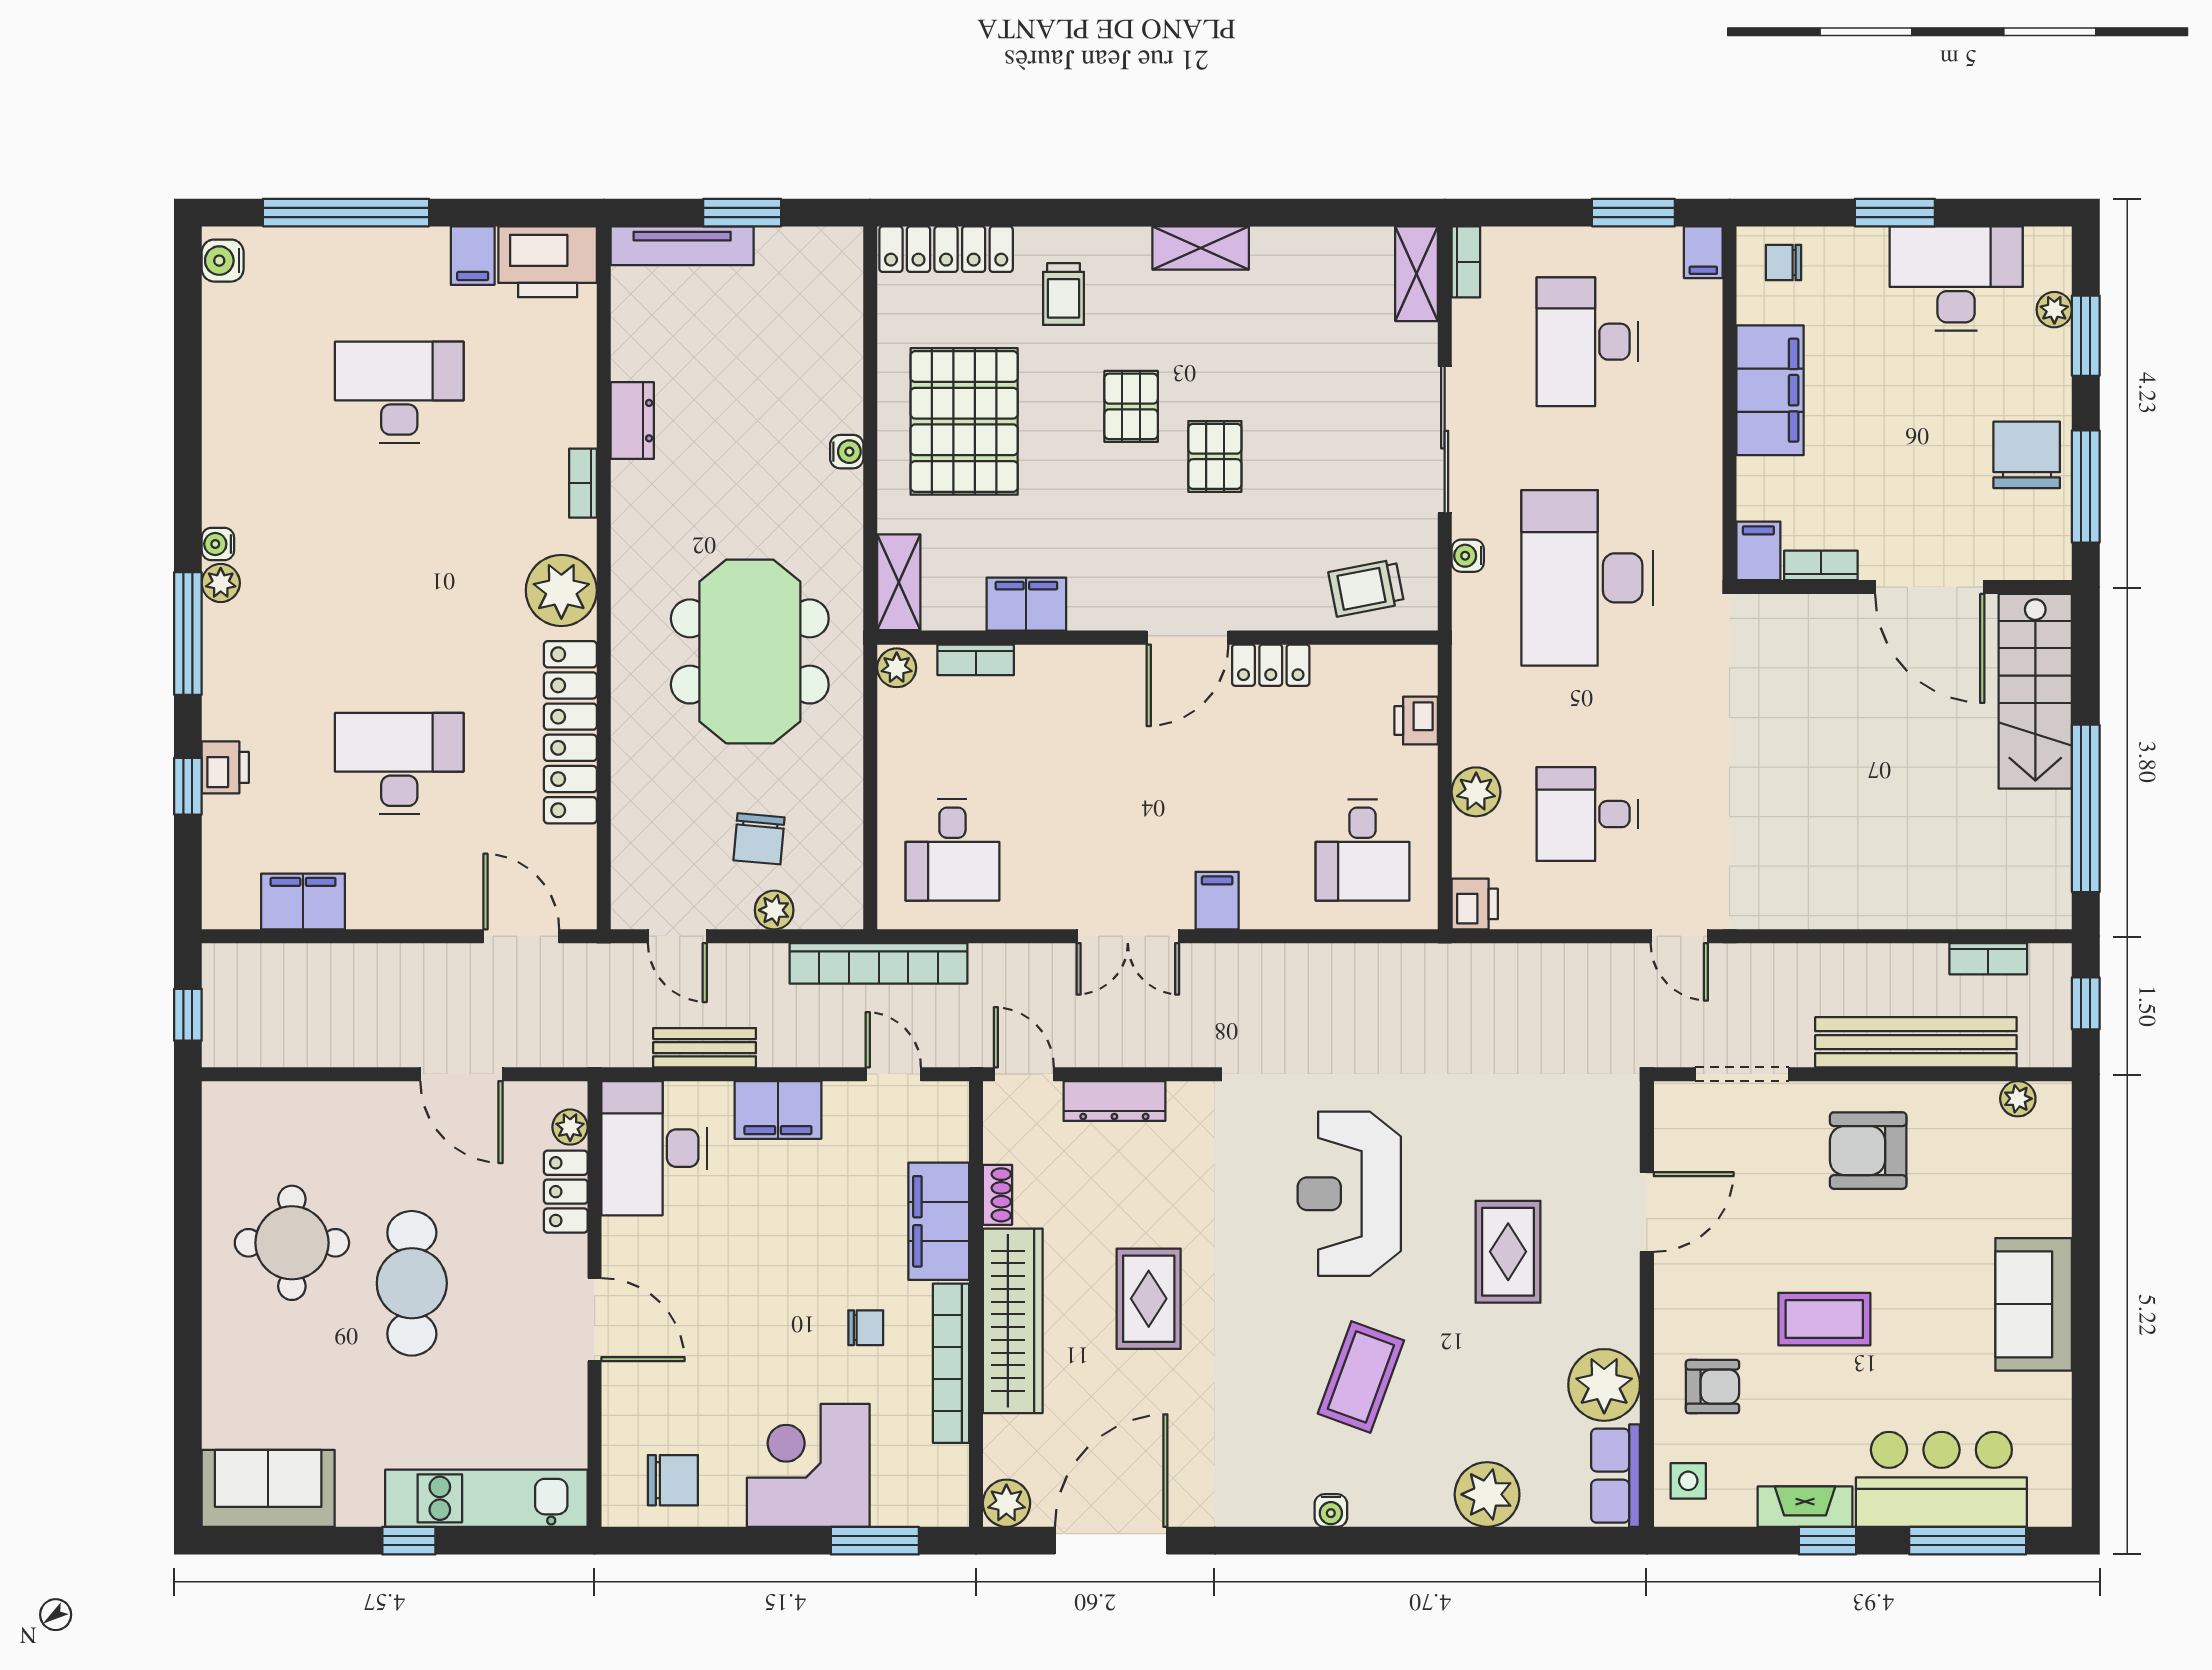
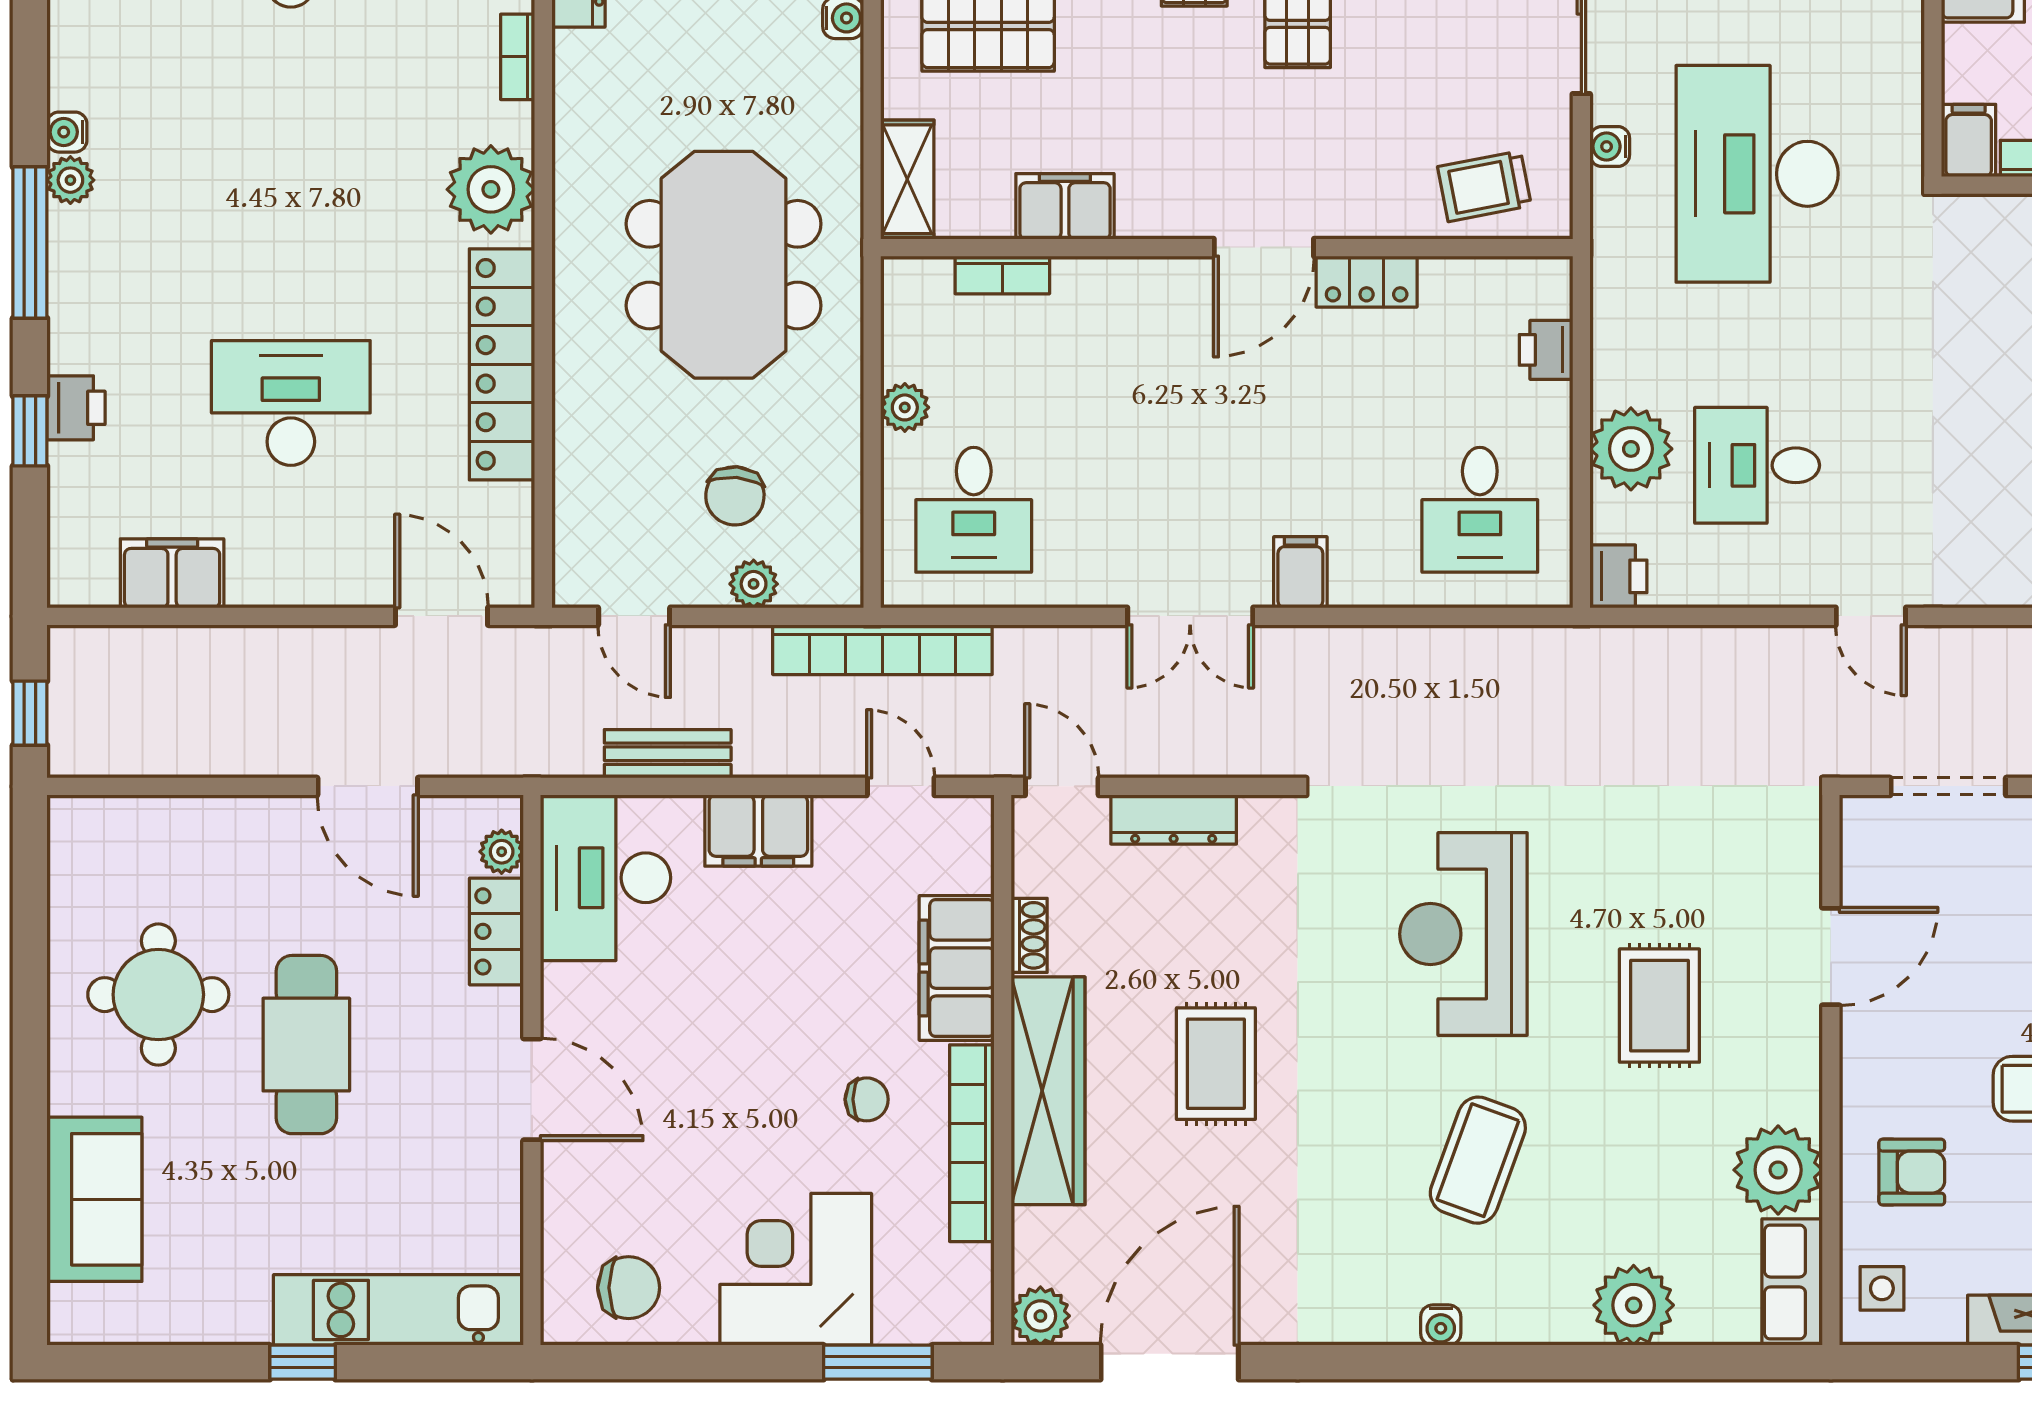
plant: (897, 668) -> (905, 407), moved
plant: (1476, 792) -> (1631, 449), width x1.36, depth x1.36
sofa: (268, 1488) -> (94, 1199), moved, turned 90

